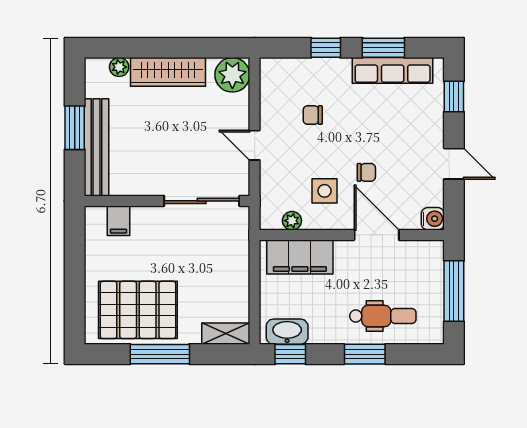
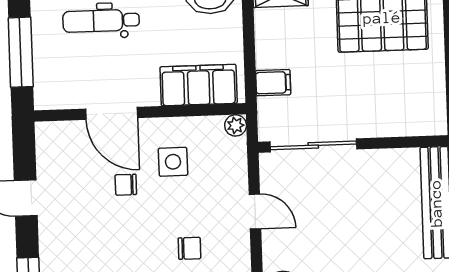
water cooler: (433, 219) -> (48, 134), removed
filing cabinet: (118, 221) -> (273, 83), moved, turned 90
plant: (292, 221) -> (236, 125), moved

